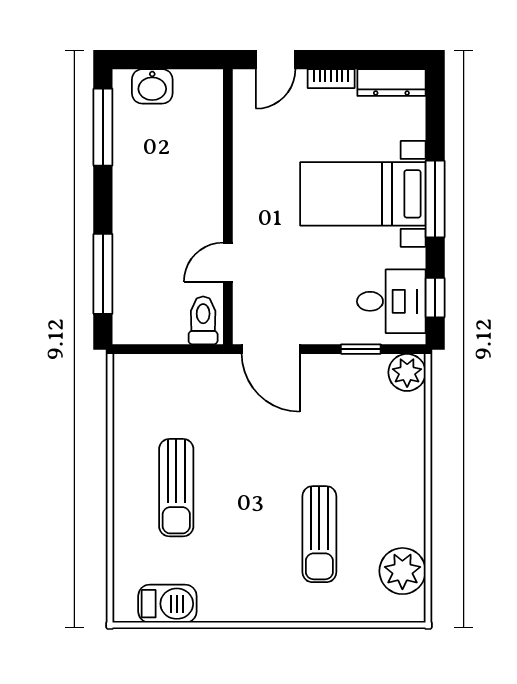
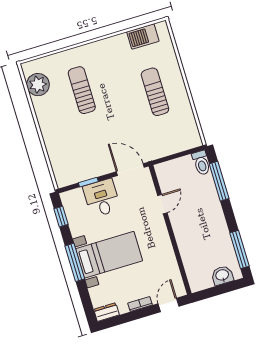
dresser: (391, 83) -> (107, 312), width x0.70
desk: (391, 301) -> (102, 198), moved, turned 90
toilet: (203, 320) -> (201, 163), moved
plant: (407, 372) -> (64, 178), removed

